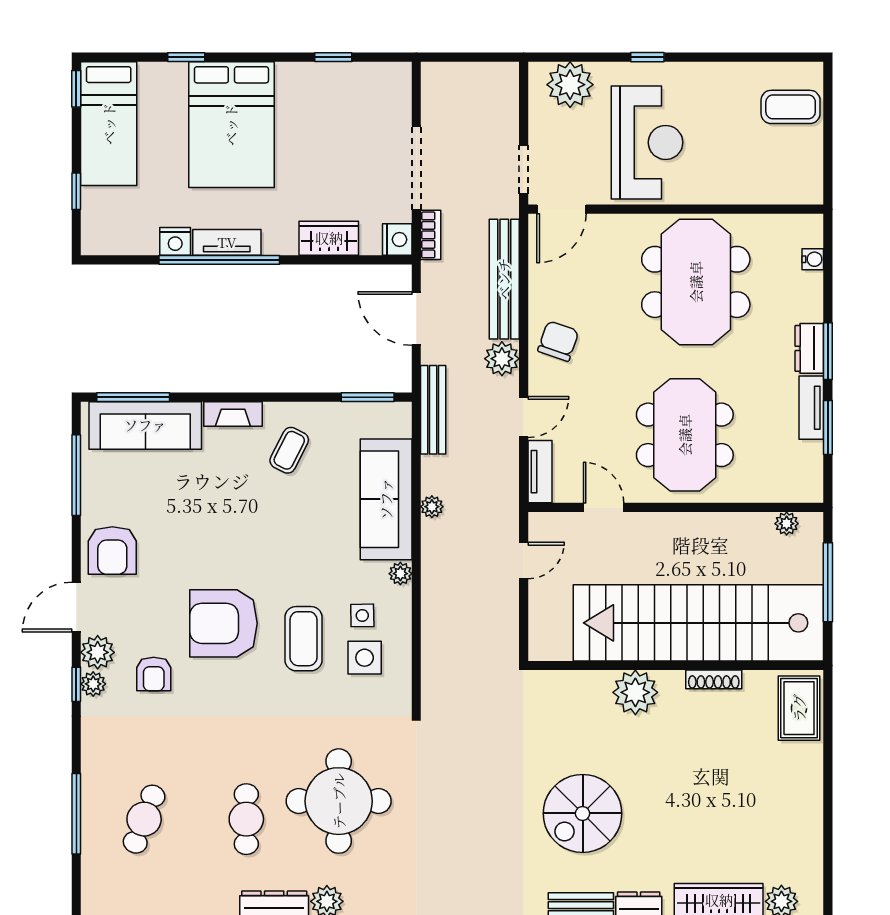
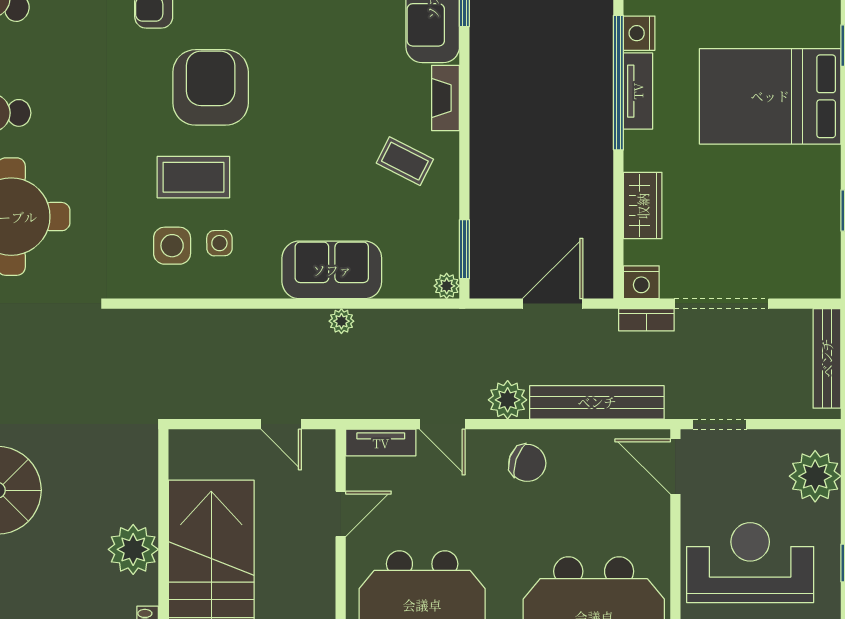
reception desk: (647, 142) -> (750, 563), turned 180
bench: (433, 410) -> (827, 358), moved, turned 90
sofa: (386, 499) -> (332, 270), width x0.73
plant: (400, 574) -> (447, 286), moved

